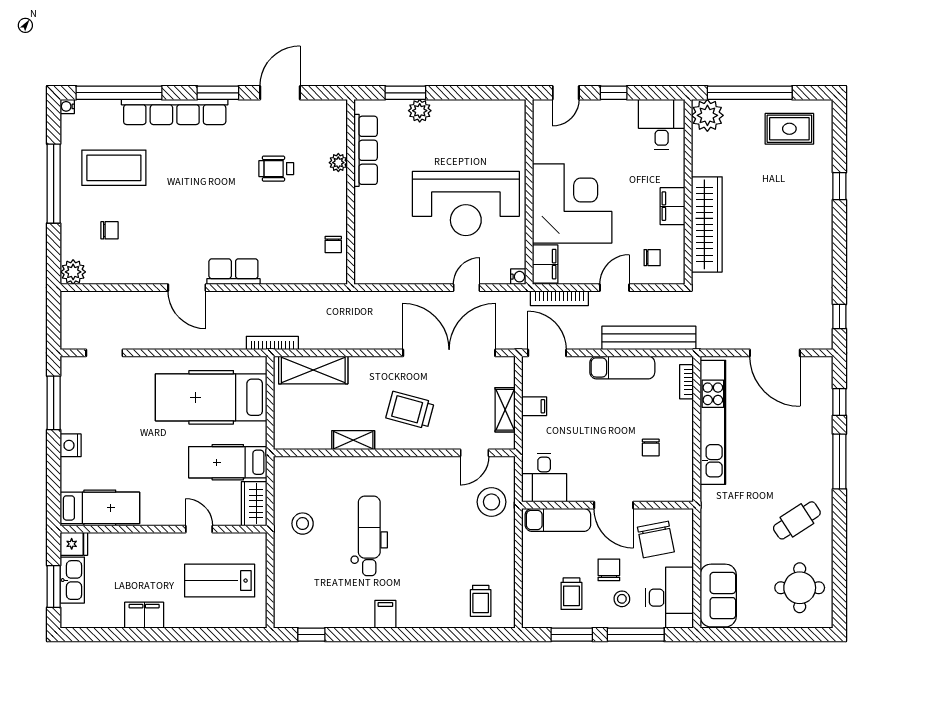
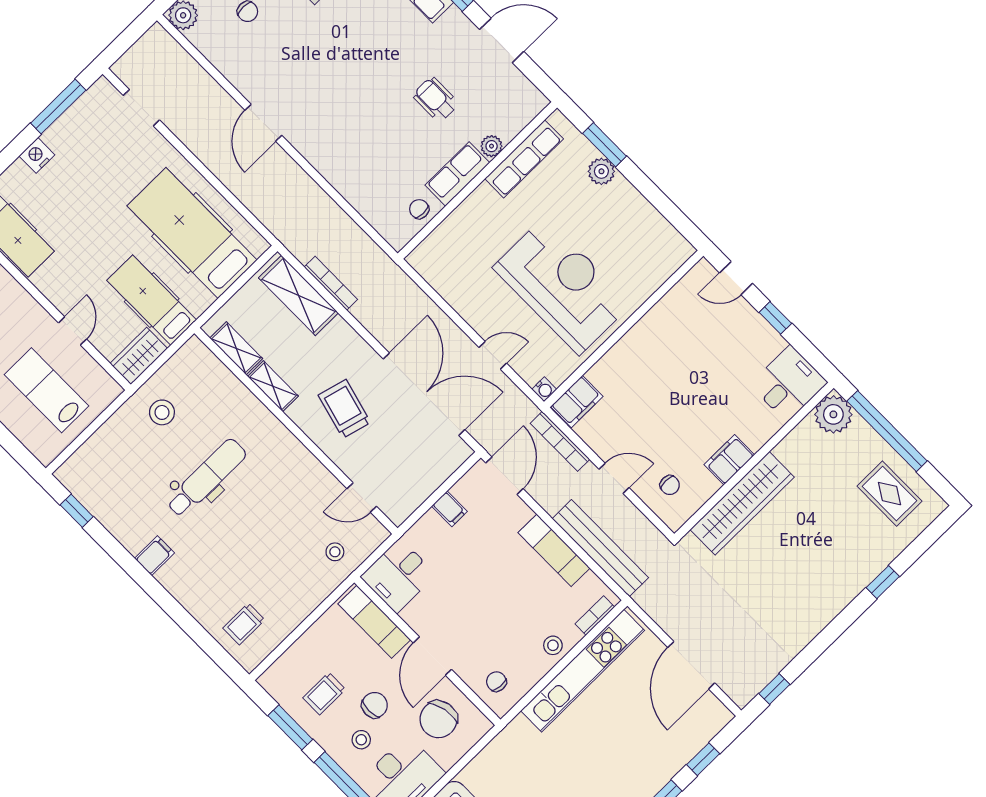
reception desk: (466, 203) -> (562, 286), turned 180
corner desk: (572, 204) -> (649, 374), removed
chair: (333, 245) -> (419, 209), turned 90
row of seats: (233, 272) -> (457, 174), moved, turned -90
bookcase: (272, 343) -> (331, 283), moved
shelving: (505, 410) -> (236, 348), moved, turned 90
stool: (680, 425) -> (553, 645), added
chair: (651, 448) -> (496, 682), moved, turned 95
stool: (491, 502) -> (335, 552), width x0.53, depth x0.53

